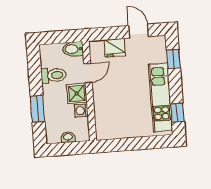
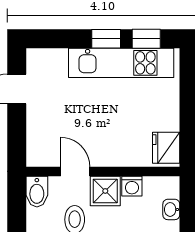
fridge: (115, 48) -> (166, 148), moved, turned 180
window: (173, 59) -> (106, 39), moved

